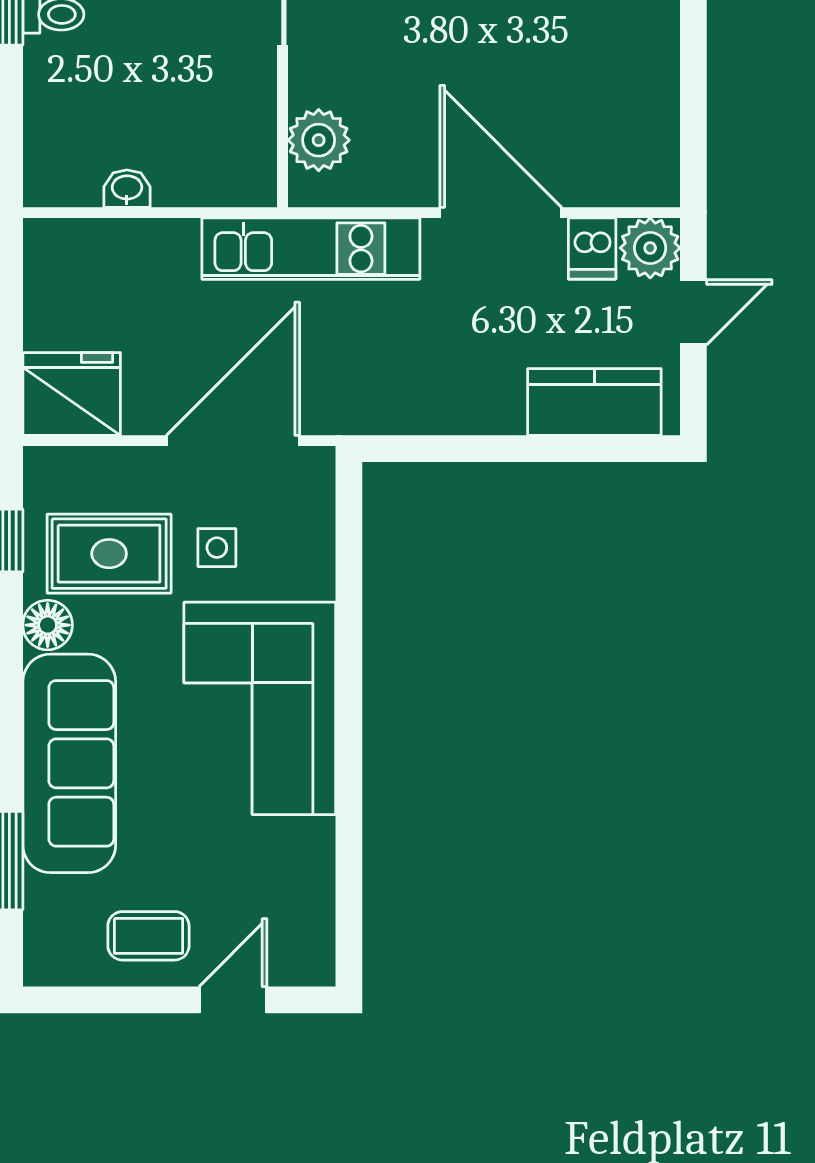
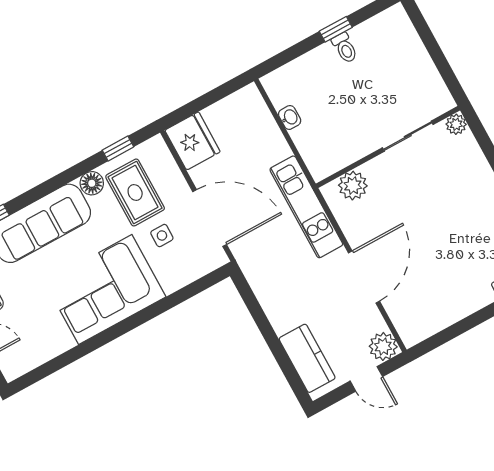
dishwasher: (592, 248) -> (370, 323), removed

